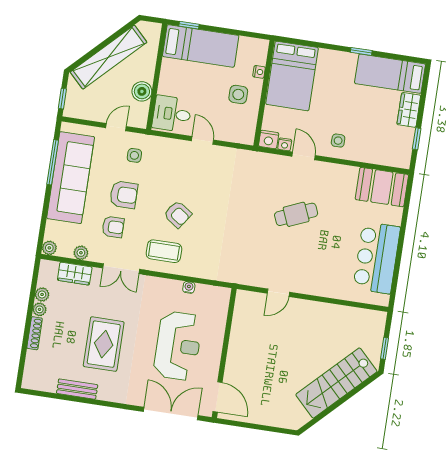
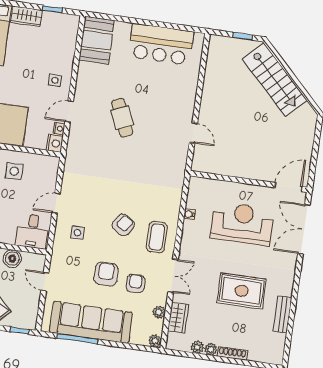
side table: (134, 155) -> (77, 233), moved

